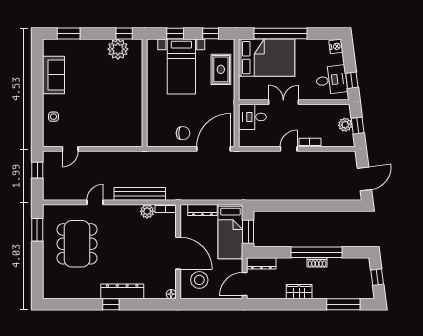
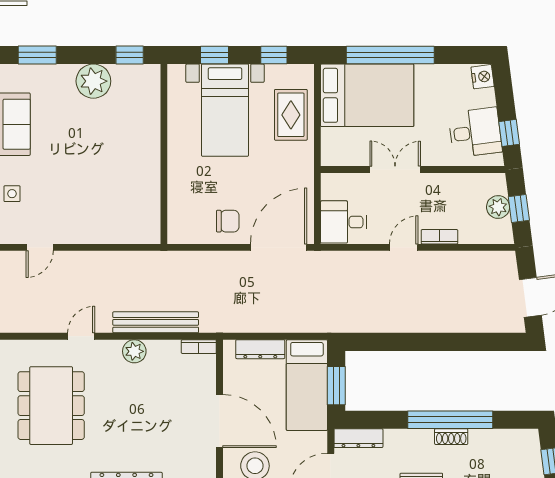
plant: (118, 49) -> (93, 81), moved
desk: (252, 117) -> (344, 222), moved
plant: (147, 211) -> (134, 351), moved

